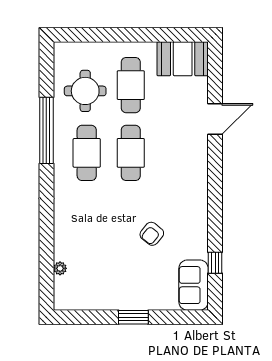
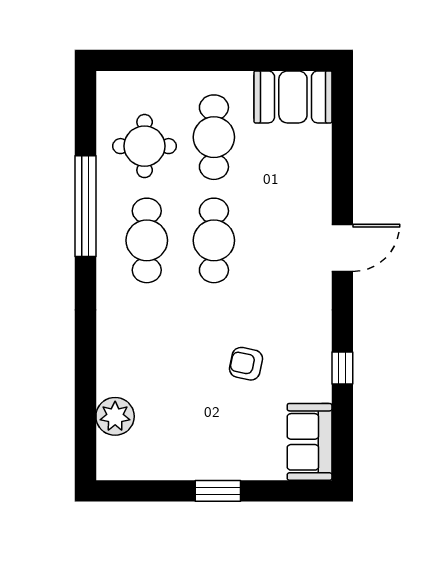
door: (215, 119) -> (342, 248), moved
armchair: (152, 234) -> (246, 364), turned 63
window: (215, 263) -> (342, 368), moved
plant: (60, 268) -> (115, 416), width x1.88, depth x1.88

